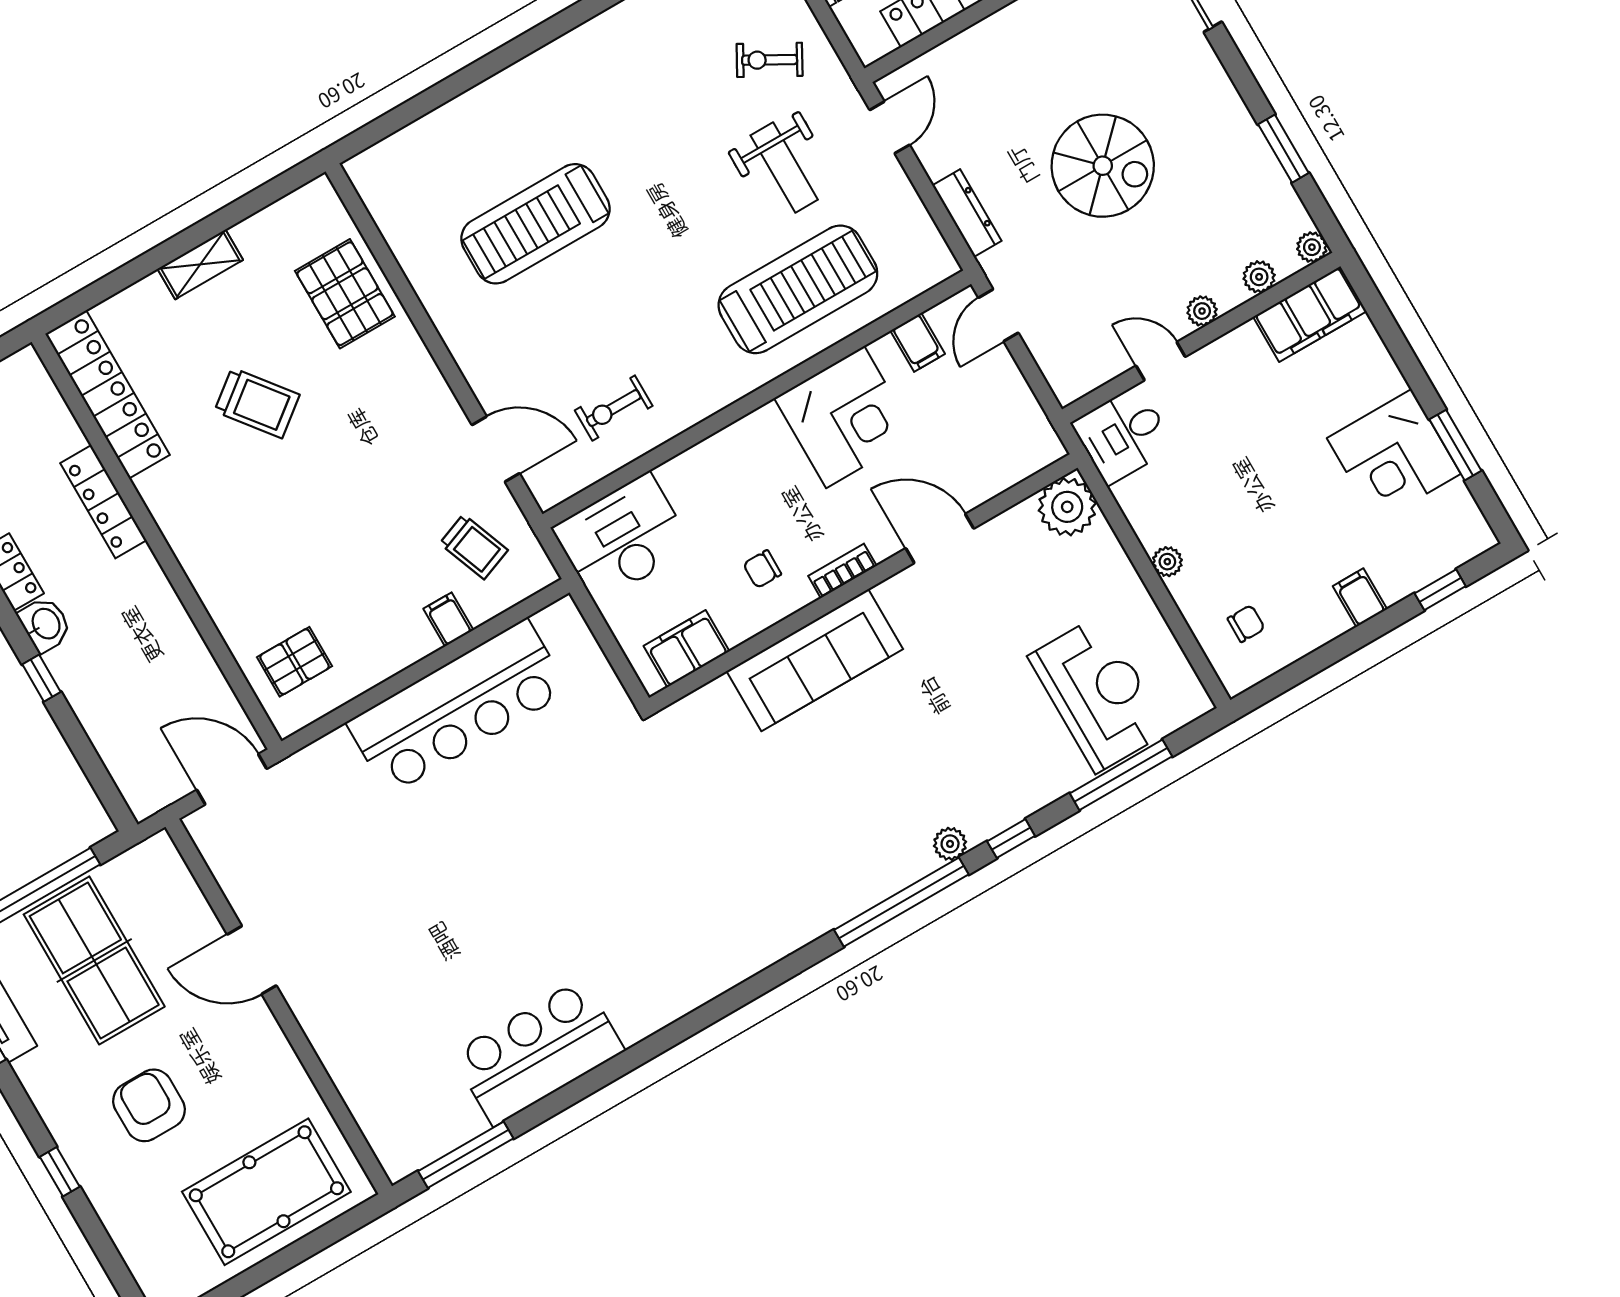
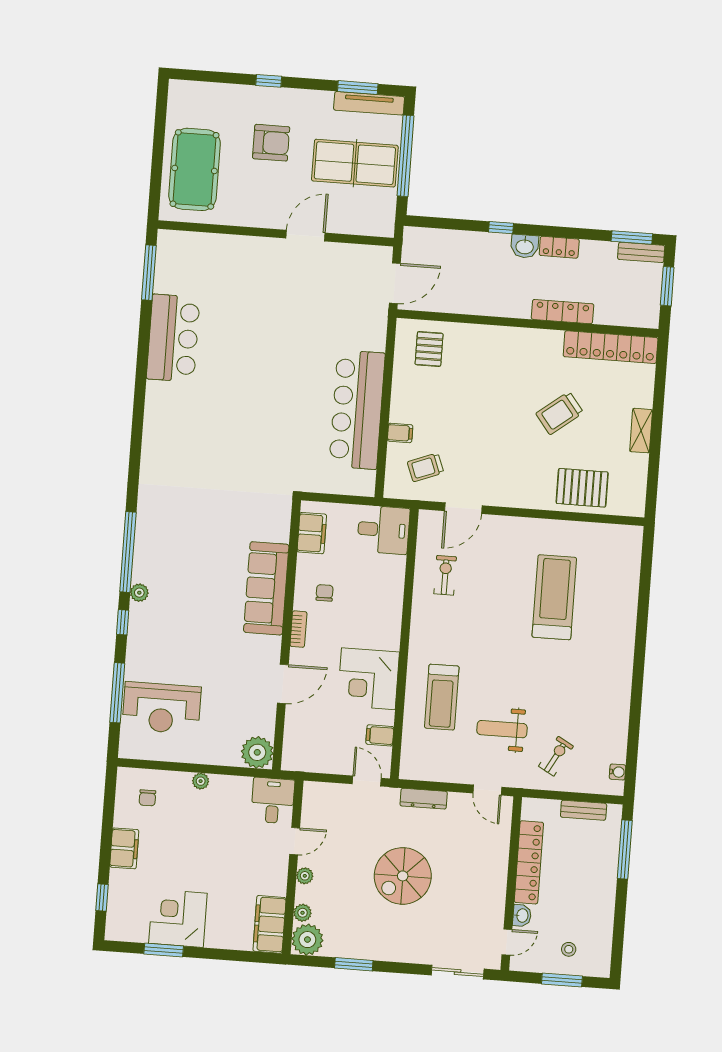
plant: (1312, 247) -> (307, 940), width x1.88, depth x1.88
treadmill: (798, 289) -> (442, 697), width x0.73, depth x0.73
desk: (623, 538) -> (383, 530), width x0.73
filing cabinet: (1360, 598) -> (124, 848), width x2.00

